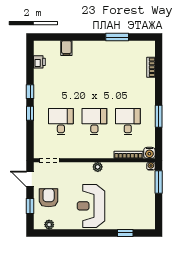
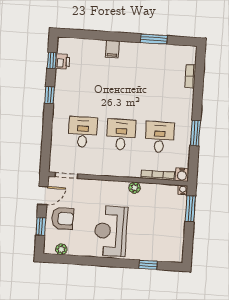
filing cabinet: (66, 48) -> (112, 49), moved
window: (30, 113) -> (52, 60), moved
plant: (98, 167) -> (135, 188), moved
door: (30, 179) -> (43, 195), swing flipped
armchair: (49, 198) -> (63, 219), turned 90

